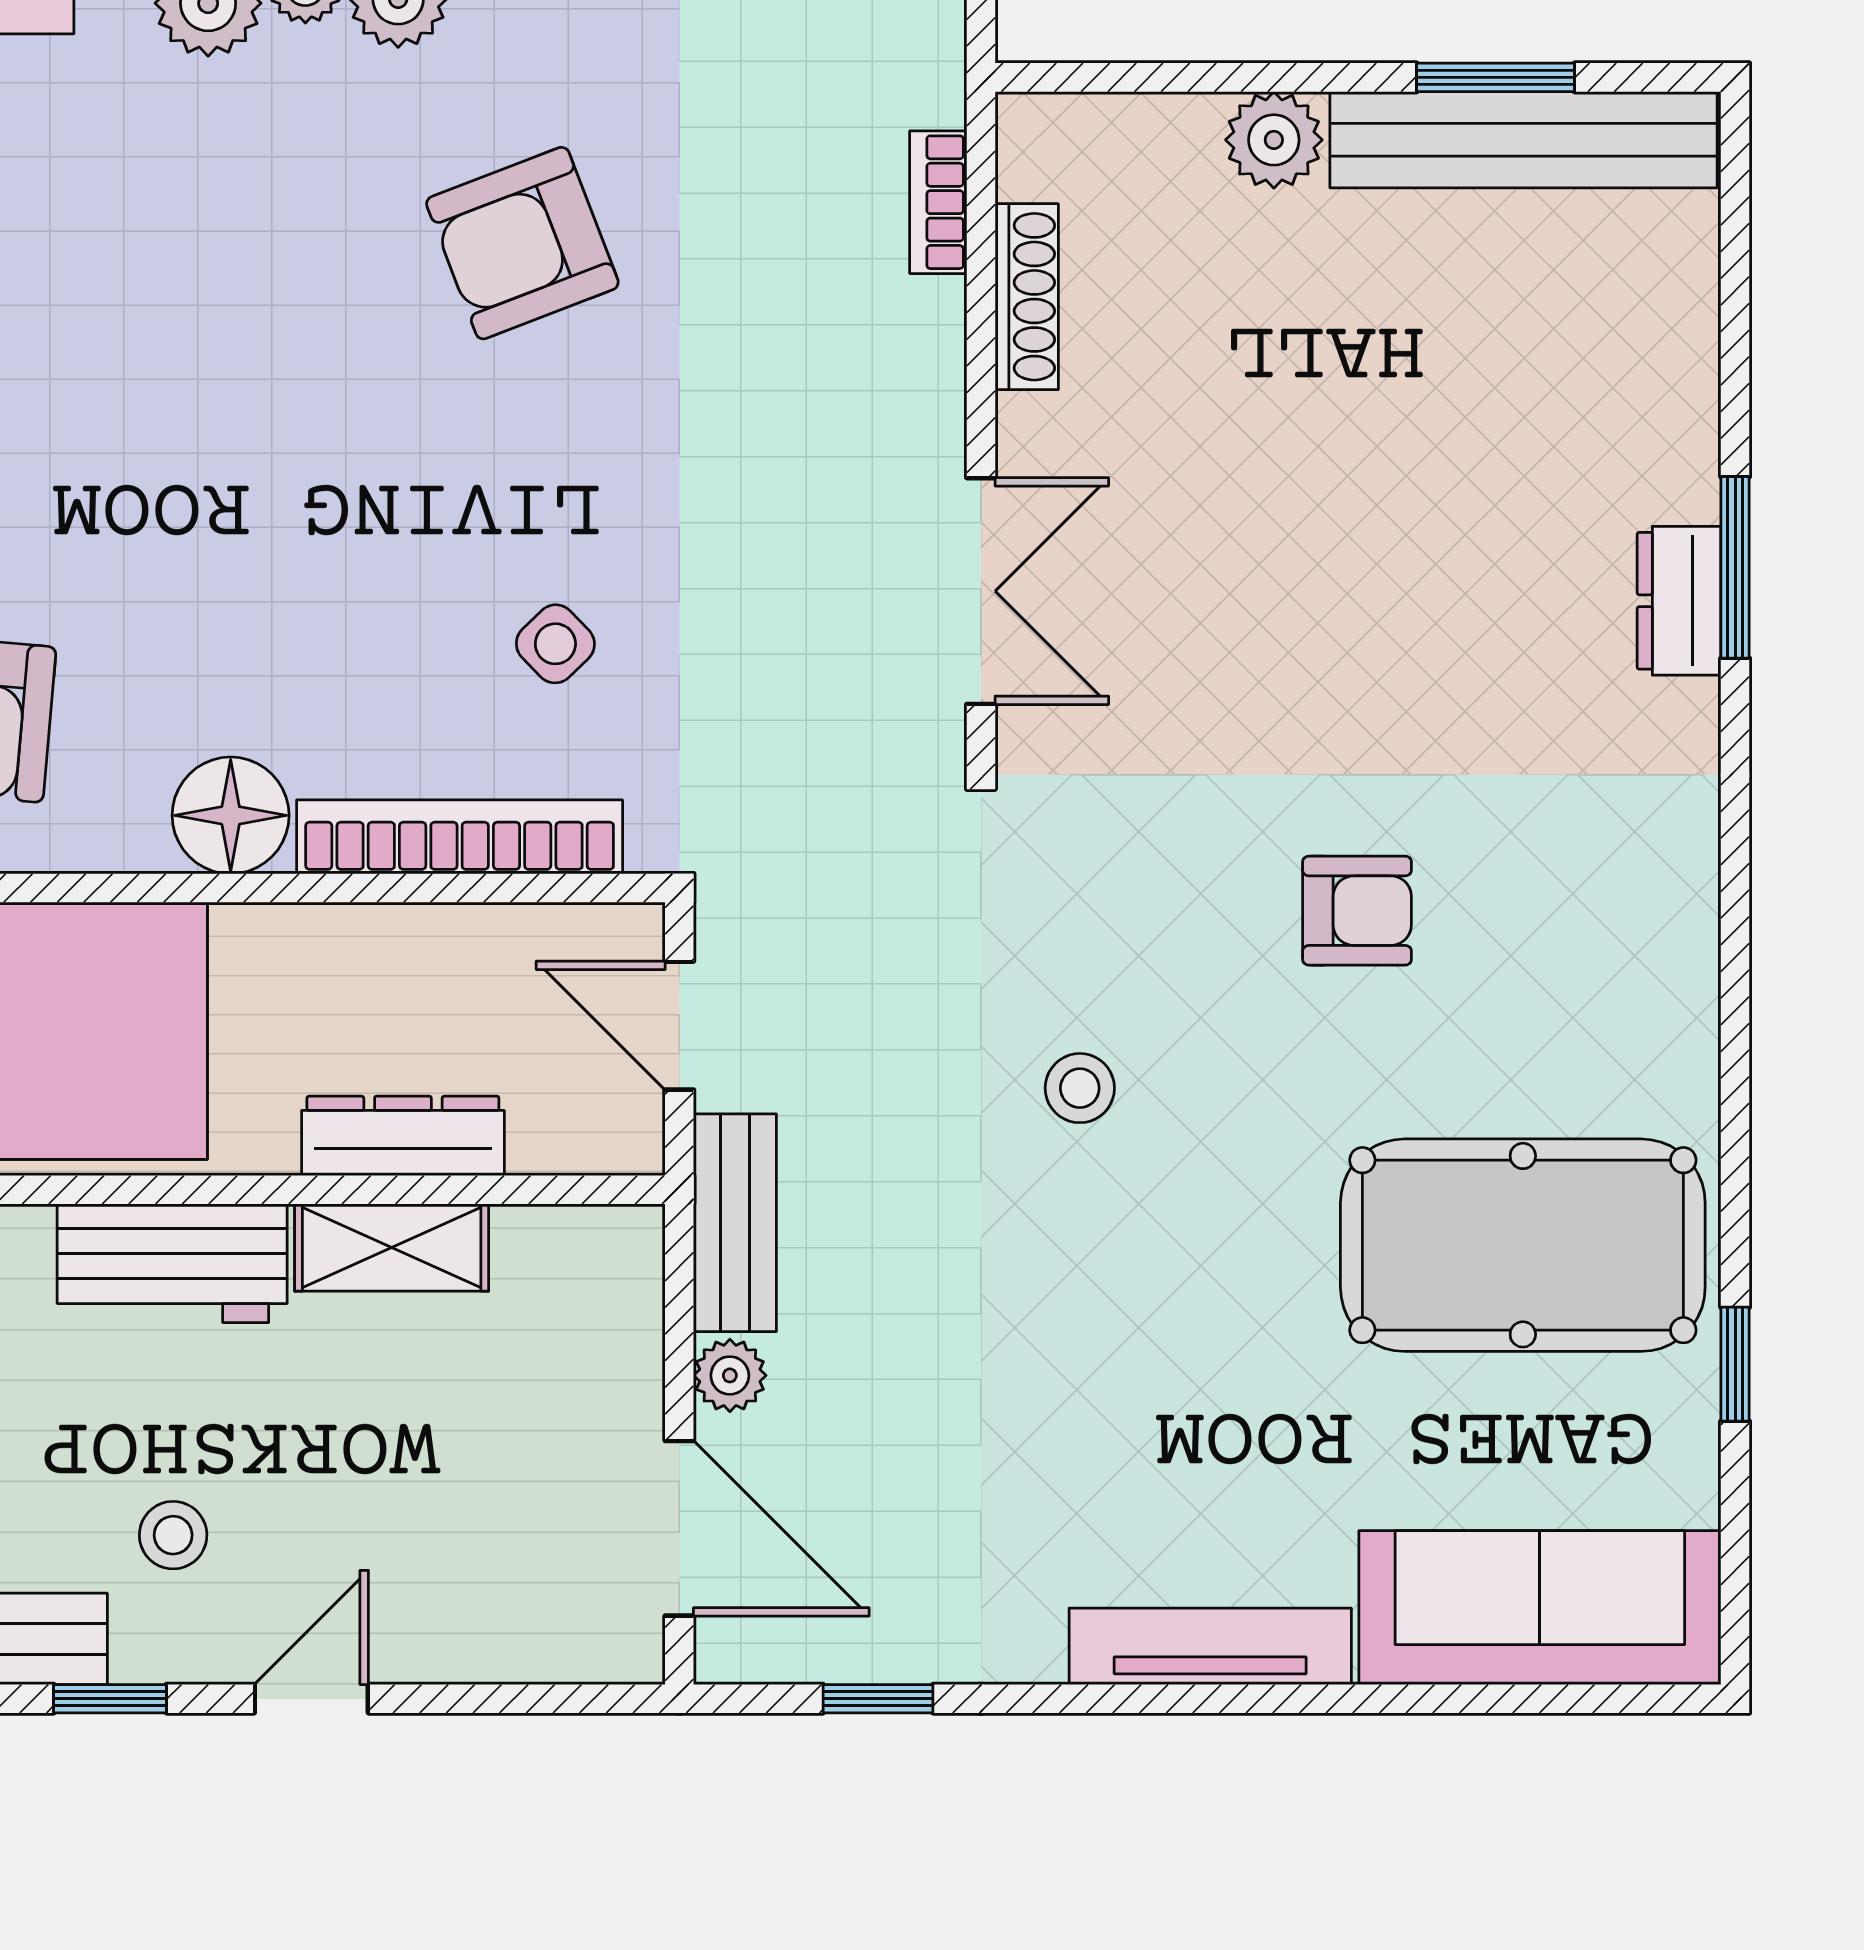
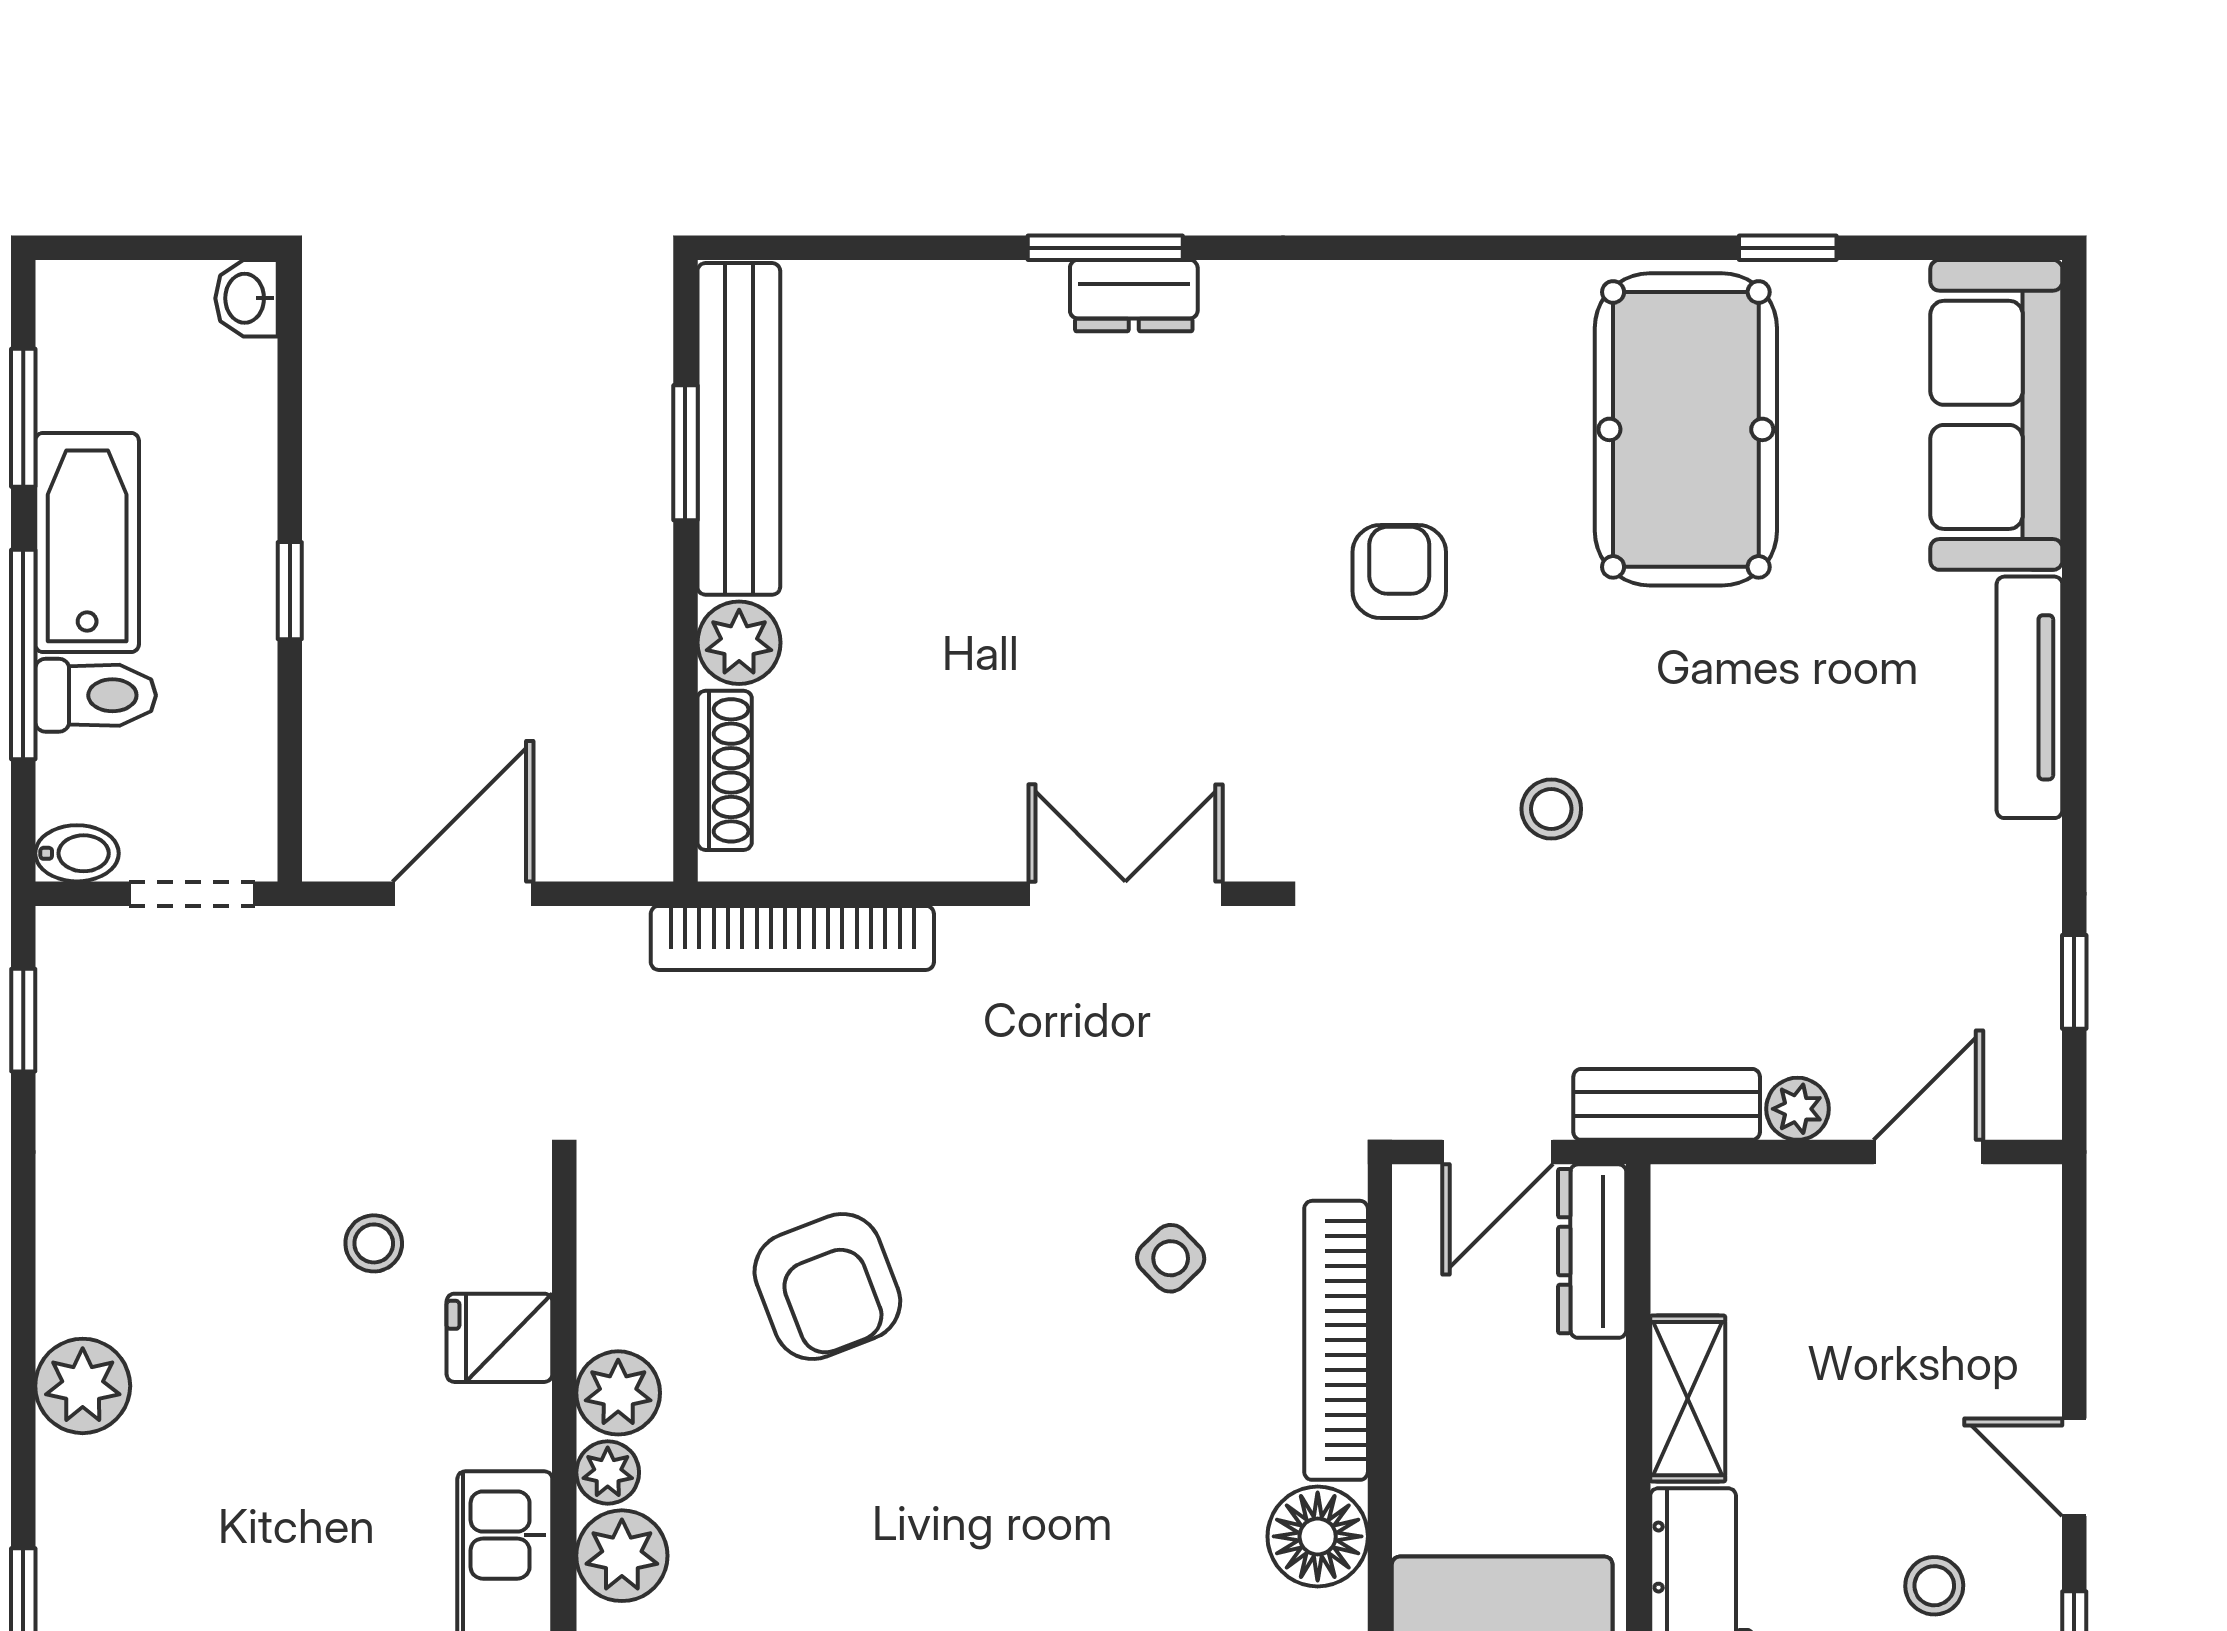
bookcase: (938, 202) -> (792, 938), width x2.31, depth x1.31
shoe rack: (1027, 297) -> (725, 770), moved, turned 90
dresser: (403, 1136) -> (1592, 1251), moved
door: (679, 1528) -> (1928, 1152), width x0.73

